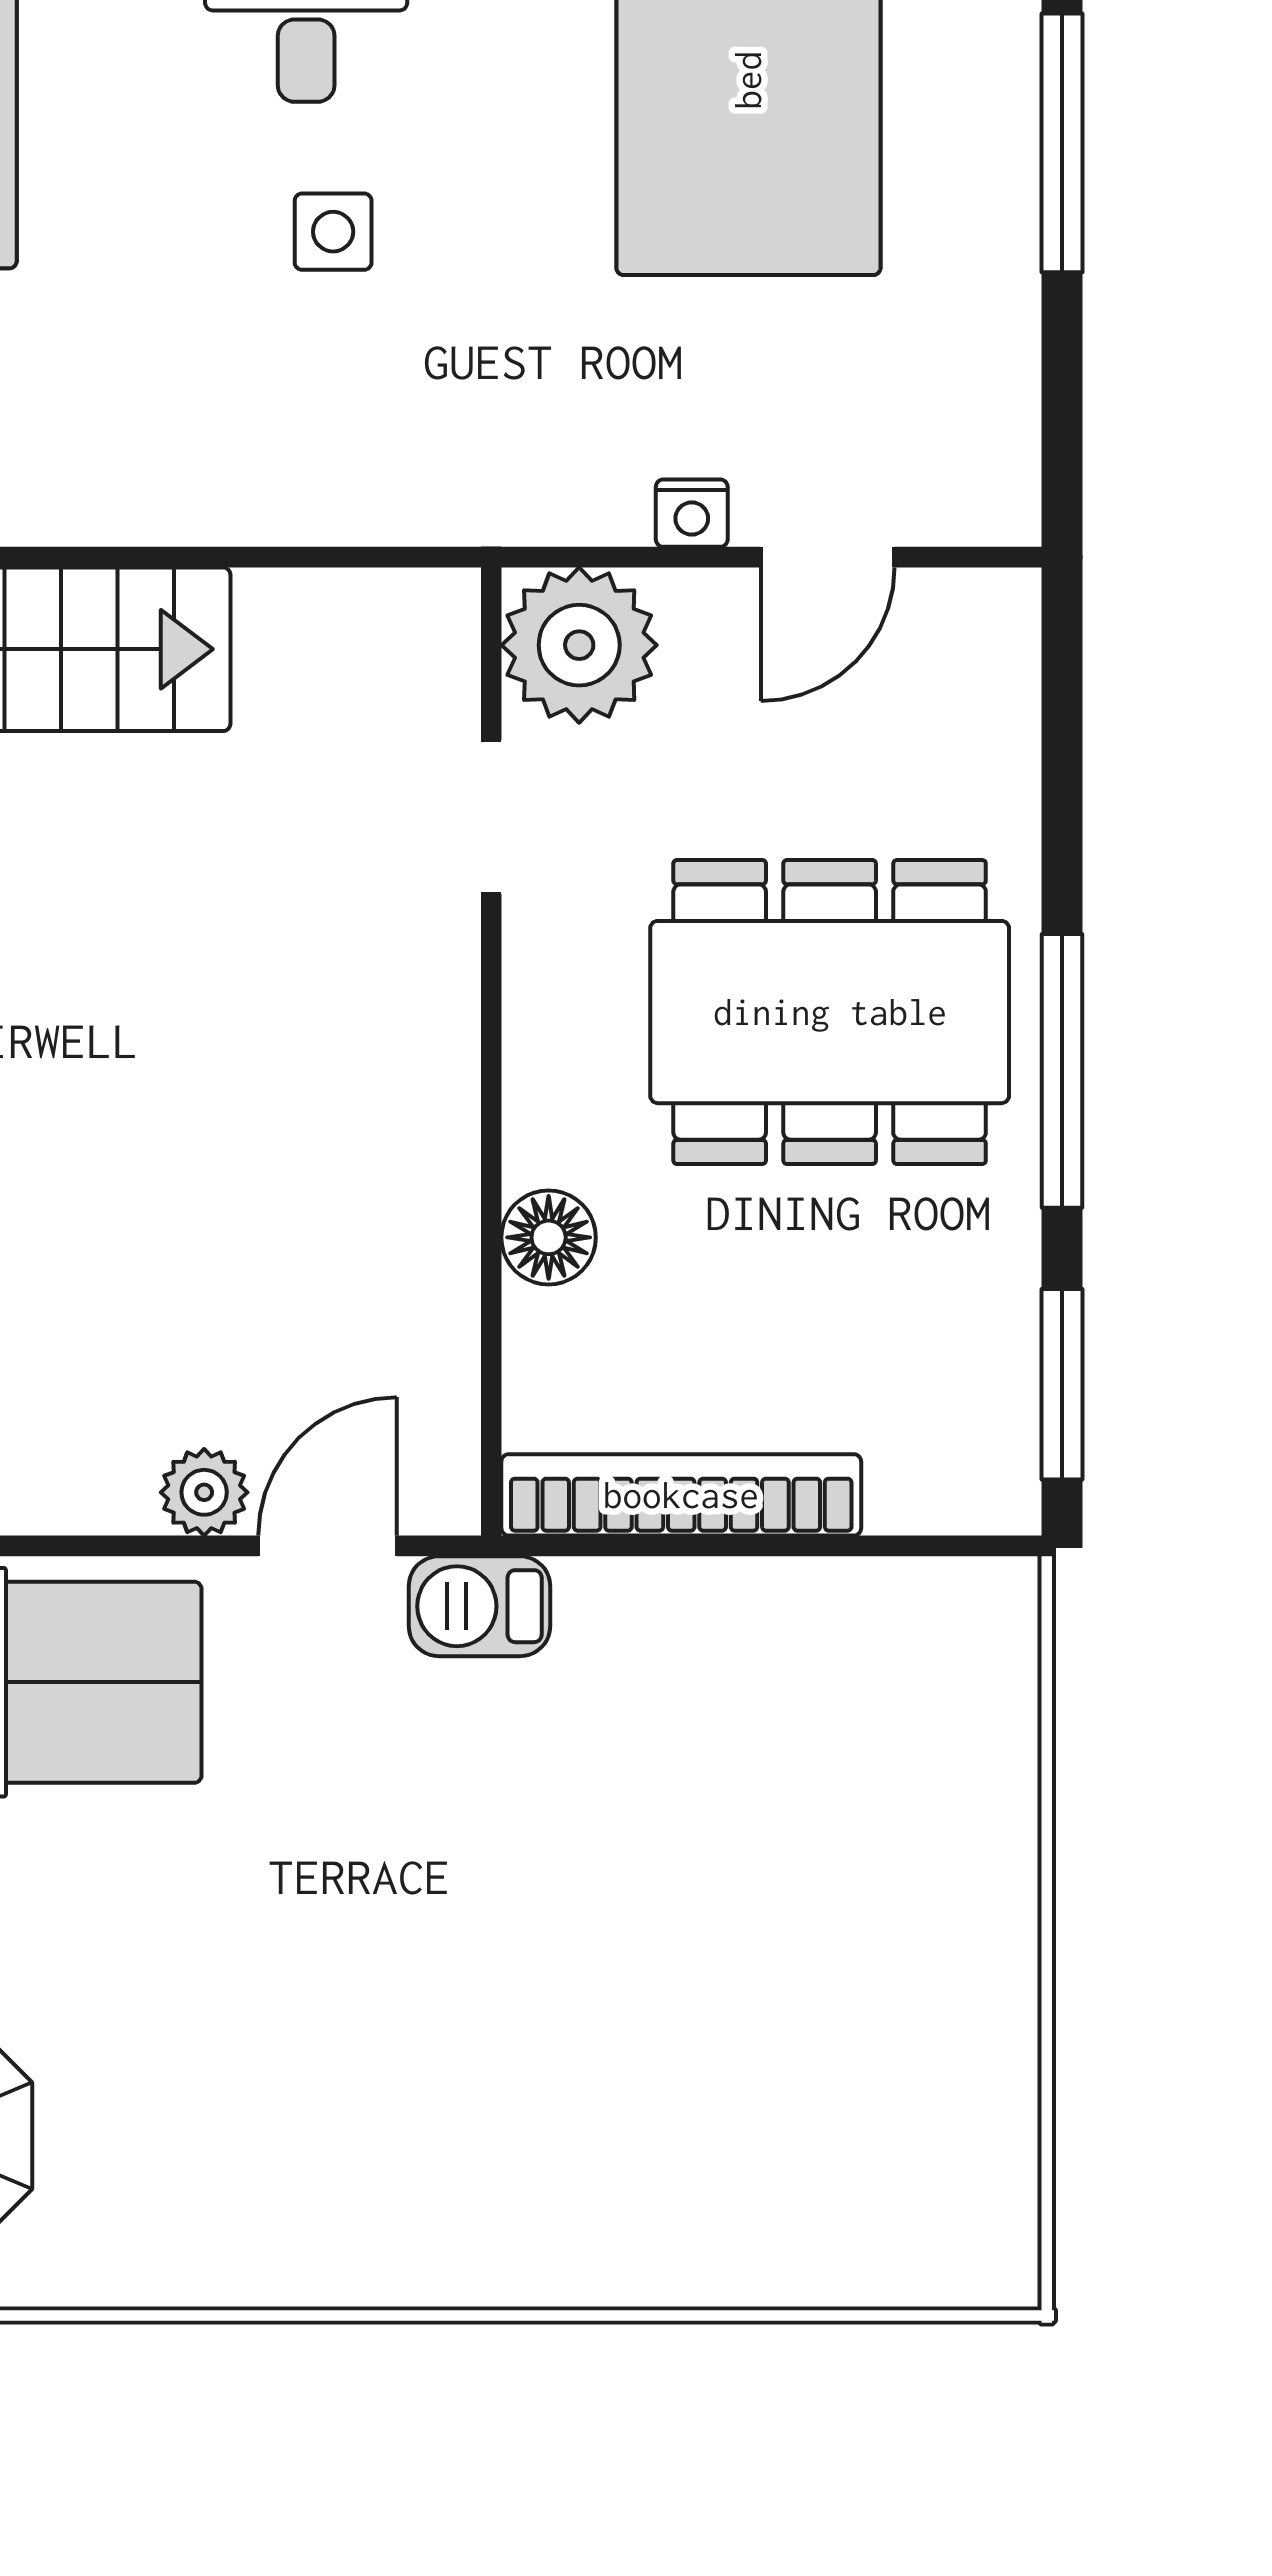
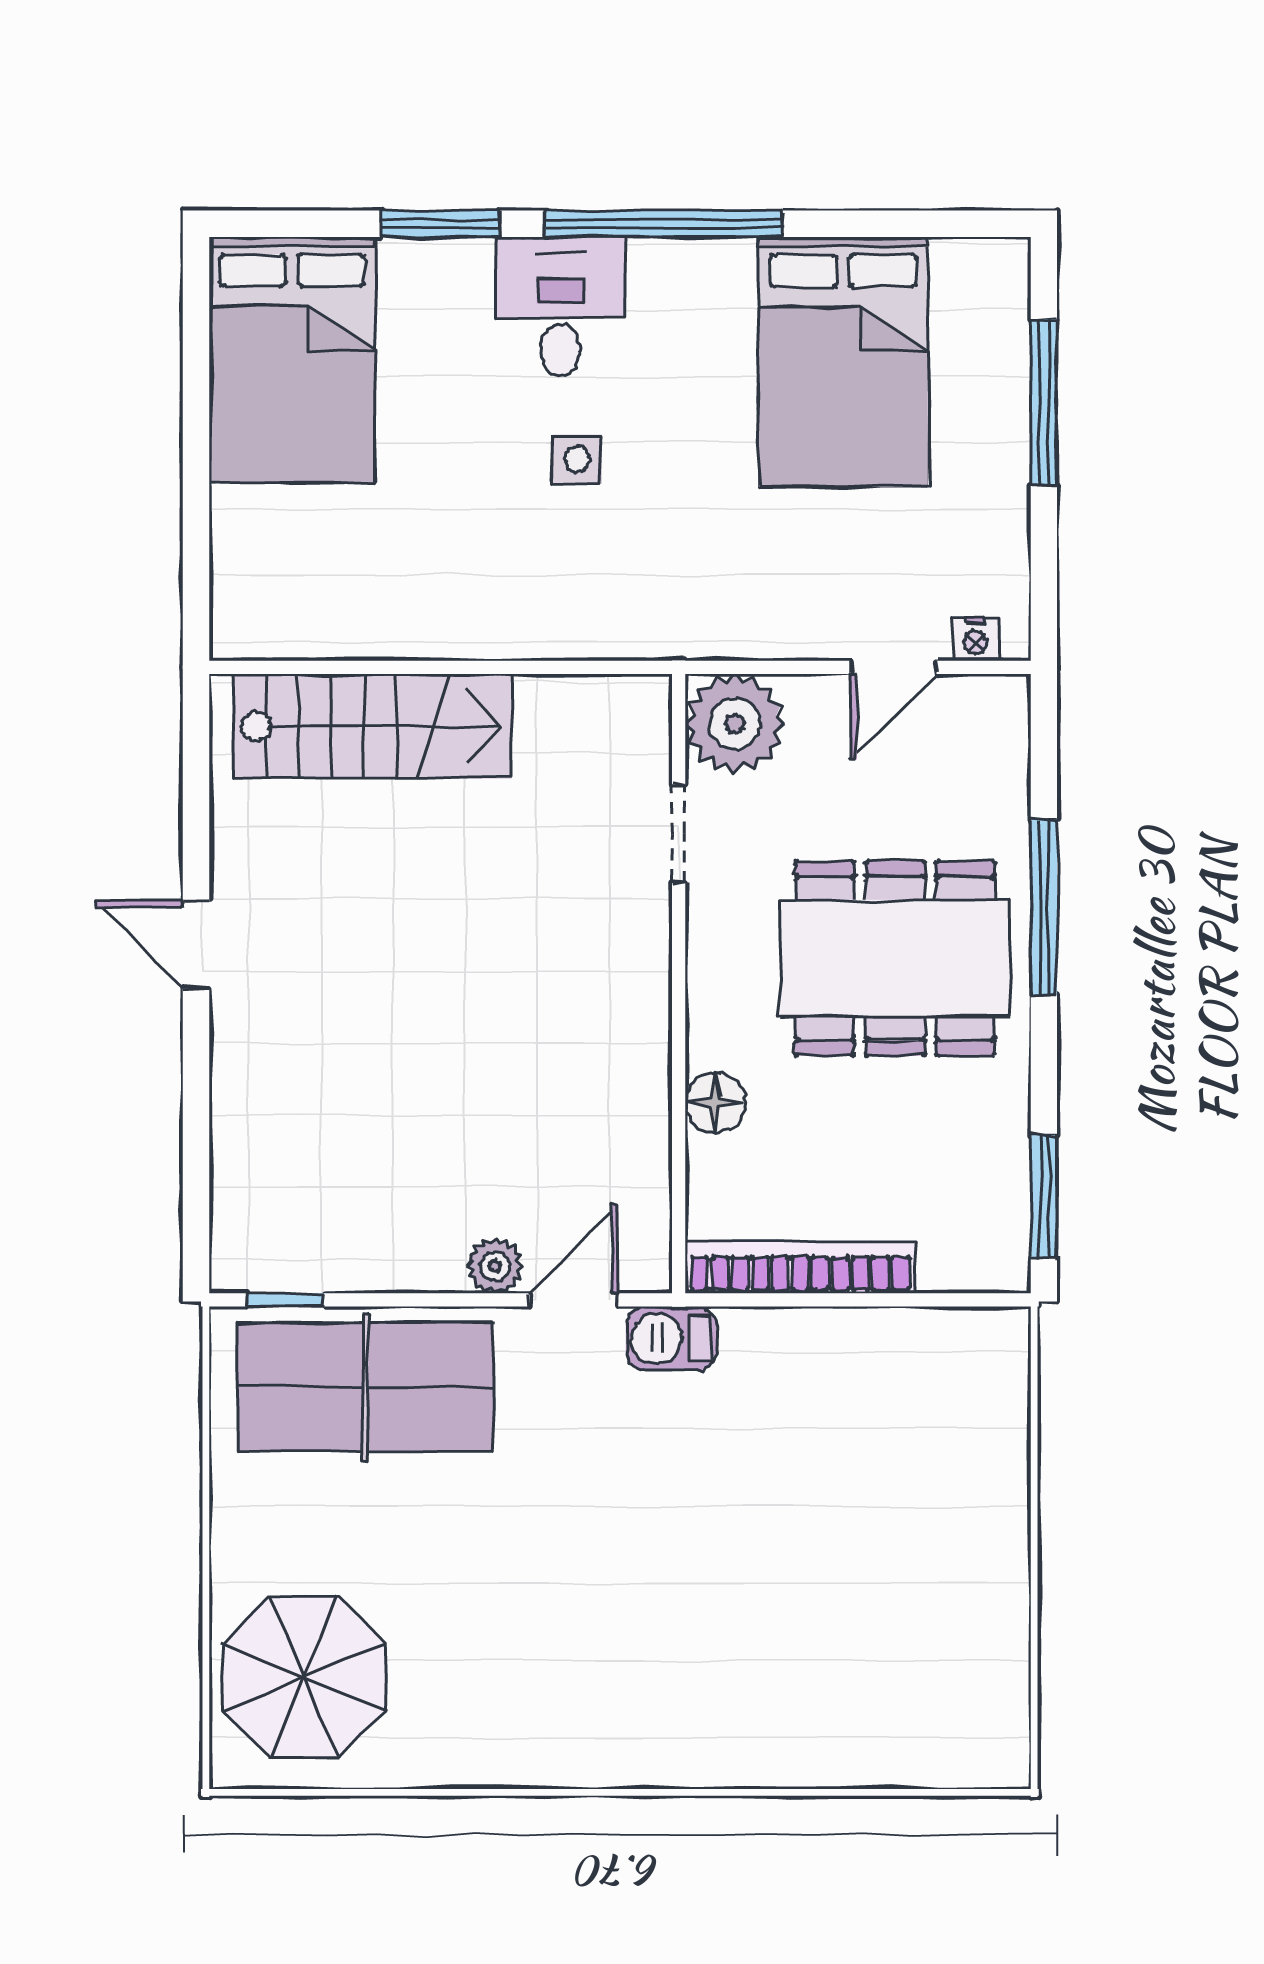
nightstand: (692, 513) -> (975, 639), moved
window: (1062, 1071) -> (1044, 907), moved

